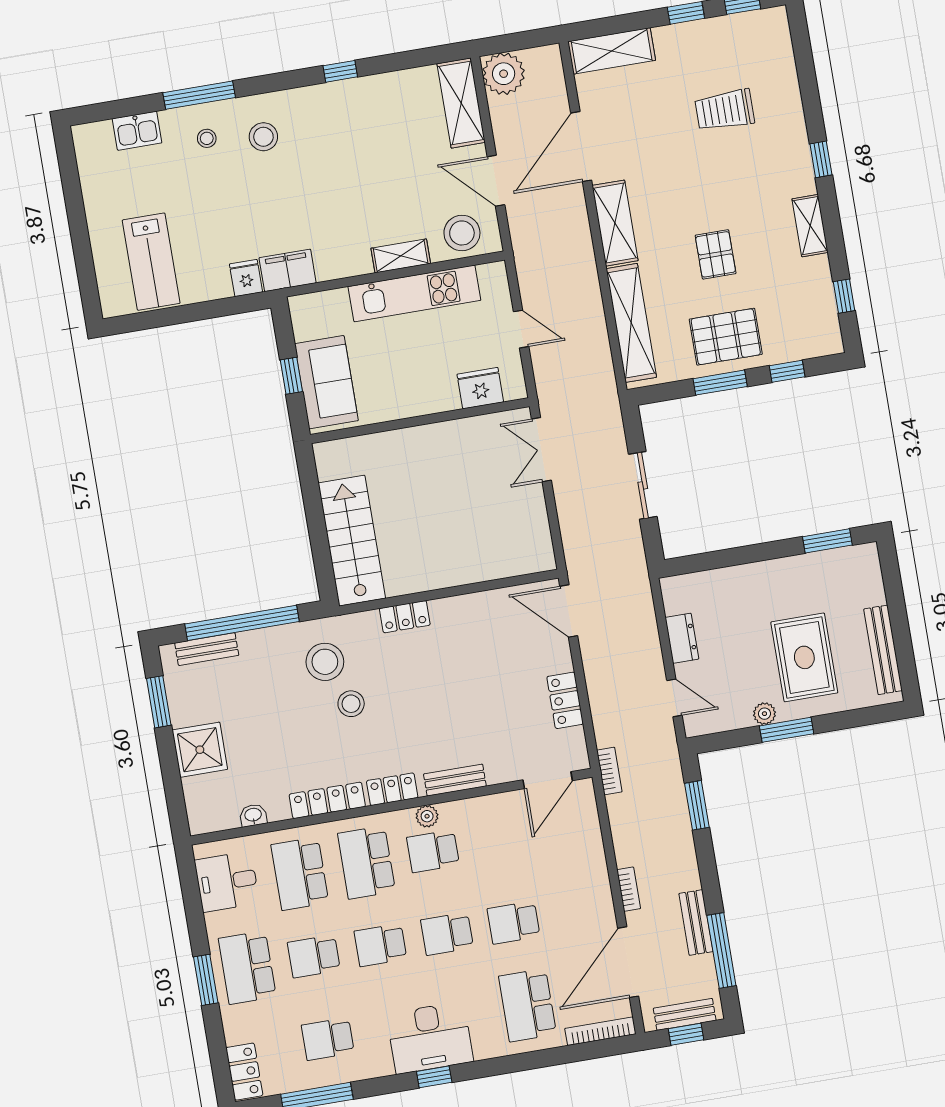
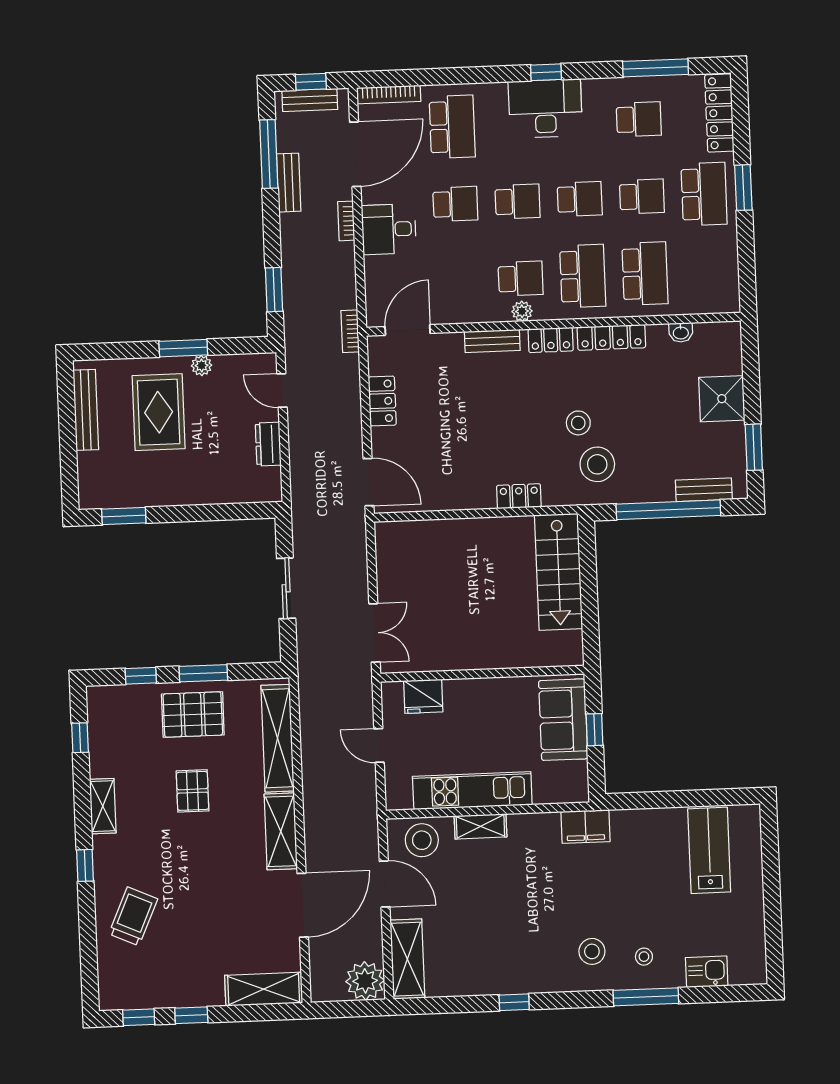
trolley: (725, 110) -> (133, 916), moved, turned -66
fridge: (246, 278) -> (624, 824), removed
desk: (227, 882) -> (389, 229), moved, turned 180
locker: (244, 1072) -> (719, 113), width x1.53

